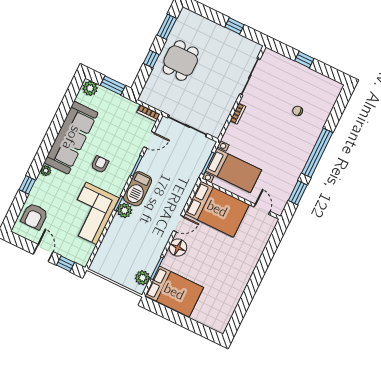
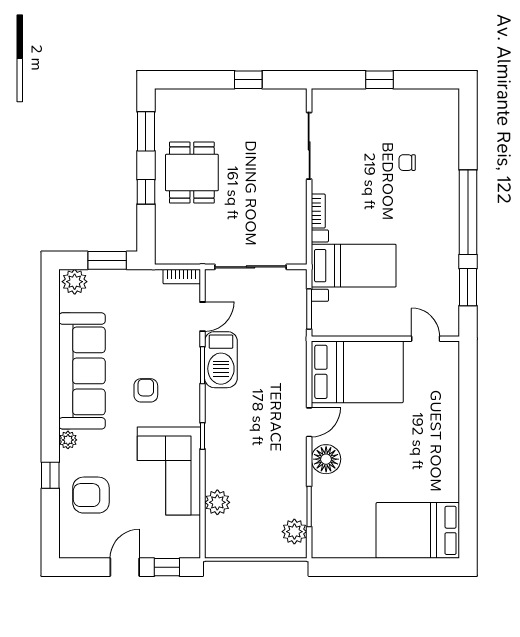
bed with nightstands: (234, 170) -> (354, 266), moved
barbecue: (137, 189) -> (221, 360), moved
plant: (125, 210) -> (217, 502), moved
armchair: (34, 216) -> (91, 495), moved, turned 90
door: (43, 253) -> (125, 567), hinge flipped
bed: (174, 292) -> (418, 530), moved, turned 180

